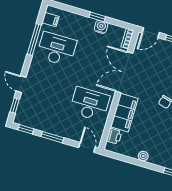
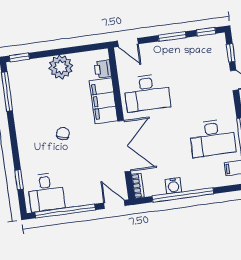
window: (97, 17) -> (183, 195), width x3.17
door: (151, 33) -> (114, 204), hinge flipped
plant: (143, 156) -> (61, 67), width x1.88, depth x1.88

